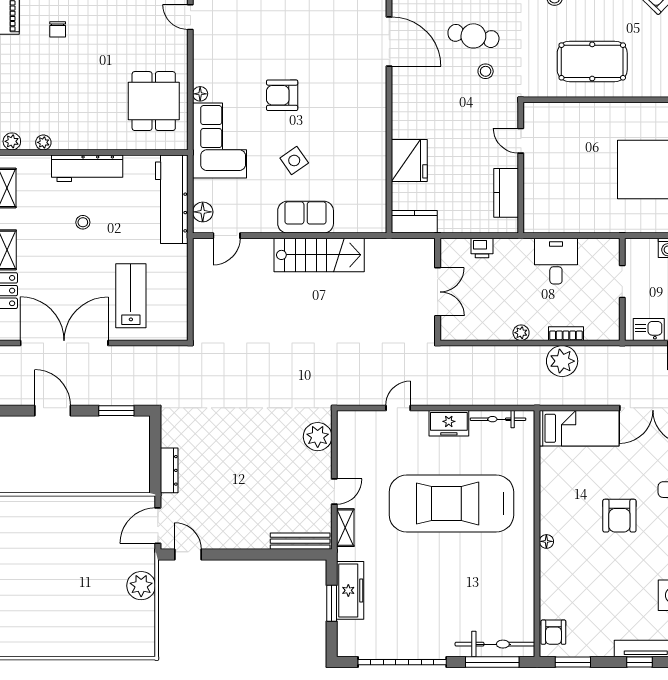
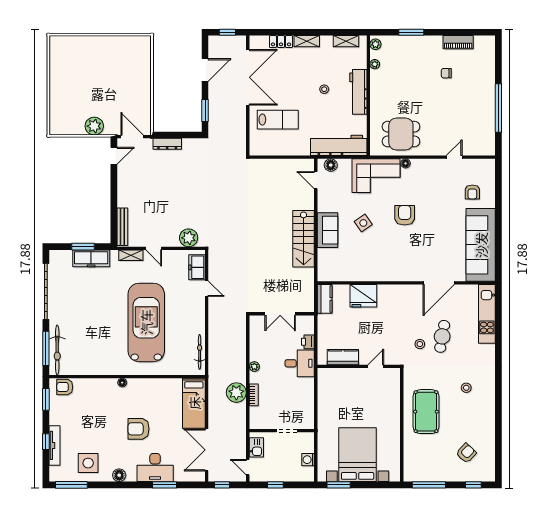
desk: (556, 261) -> (300, 363), moved
freezer: (449, 423) -> (197, 267), moved

